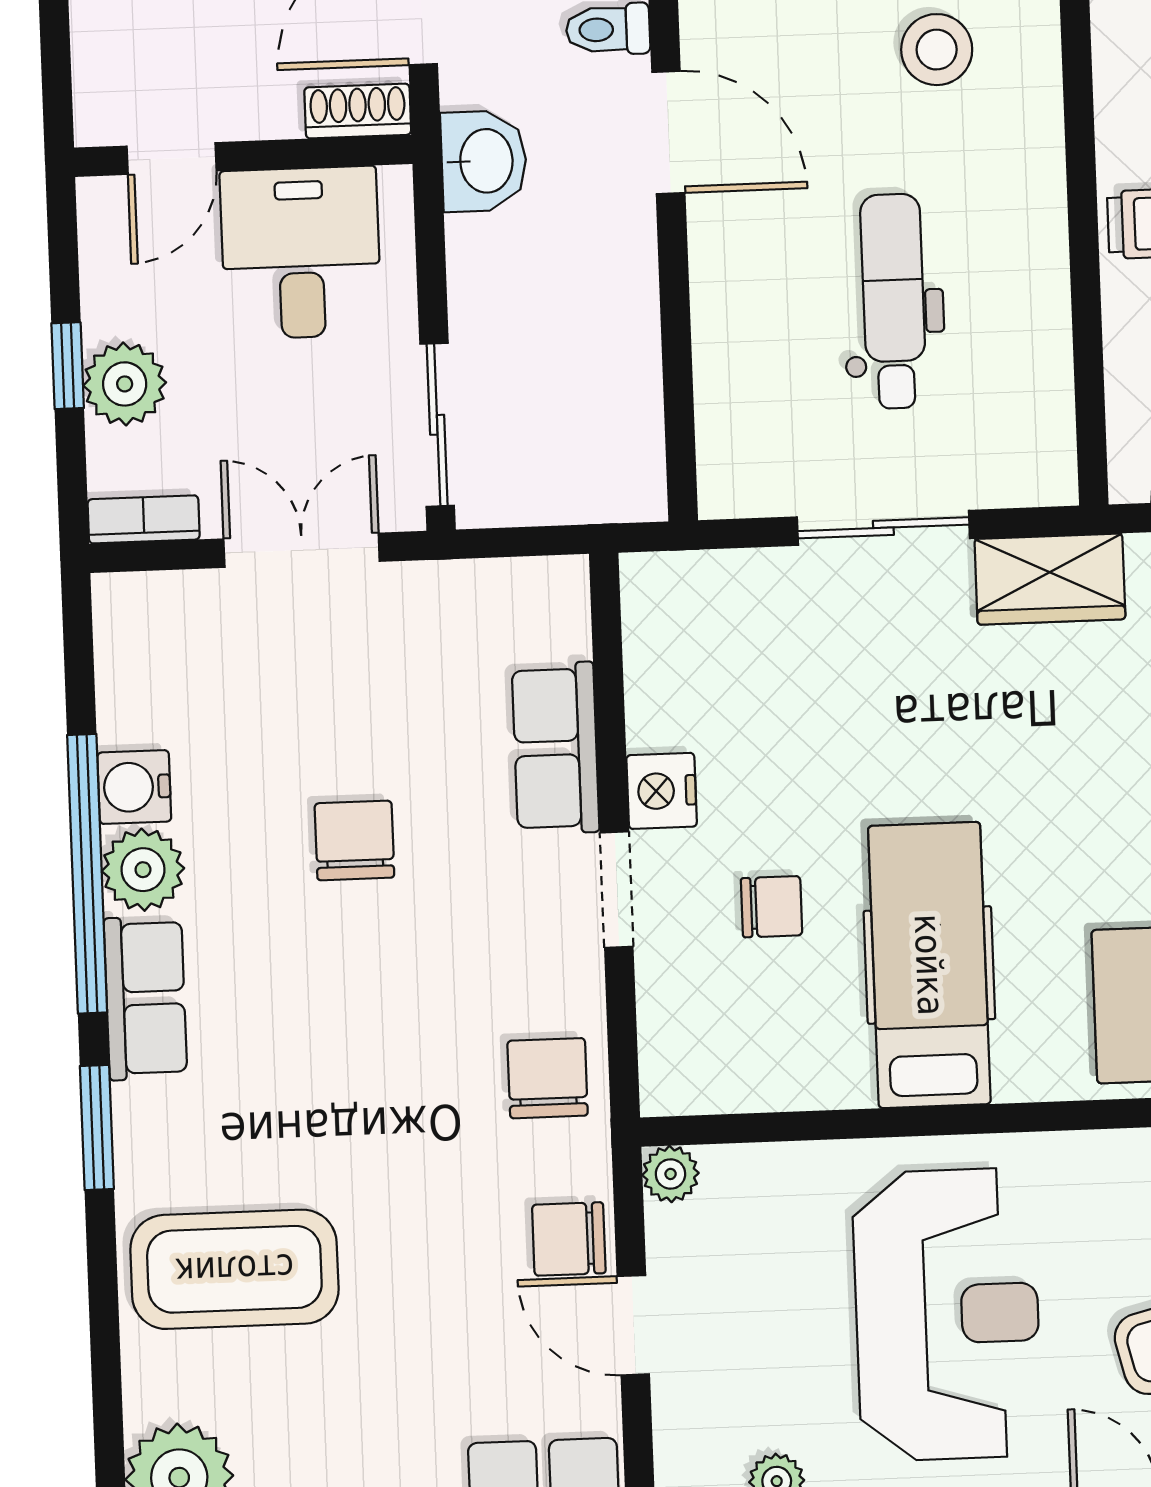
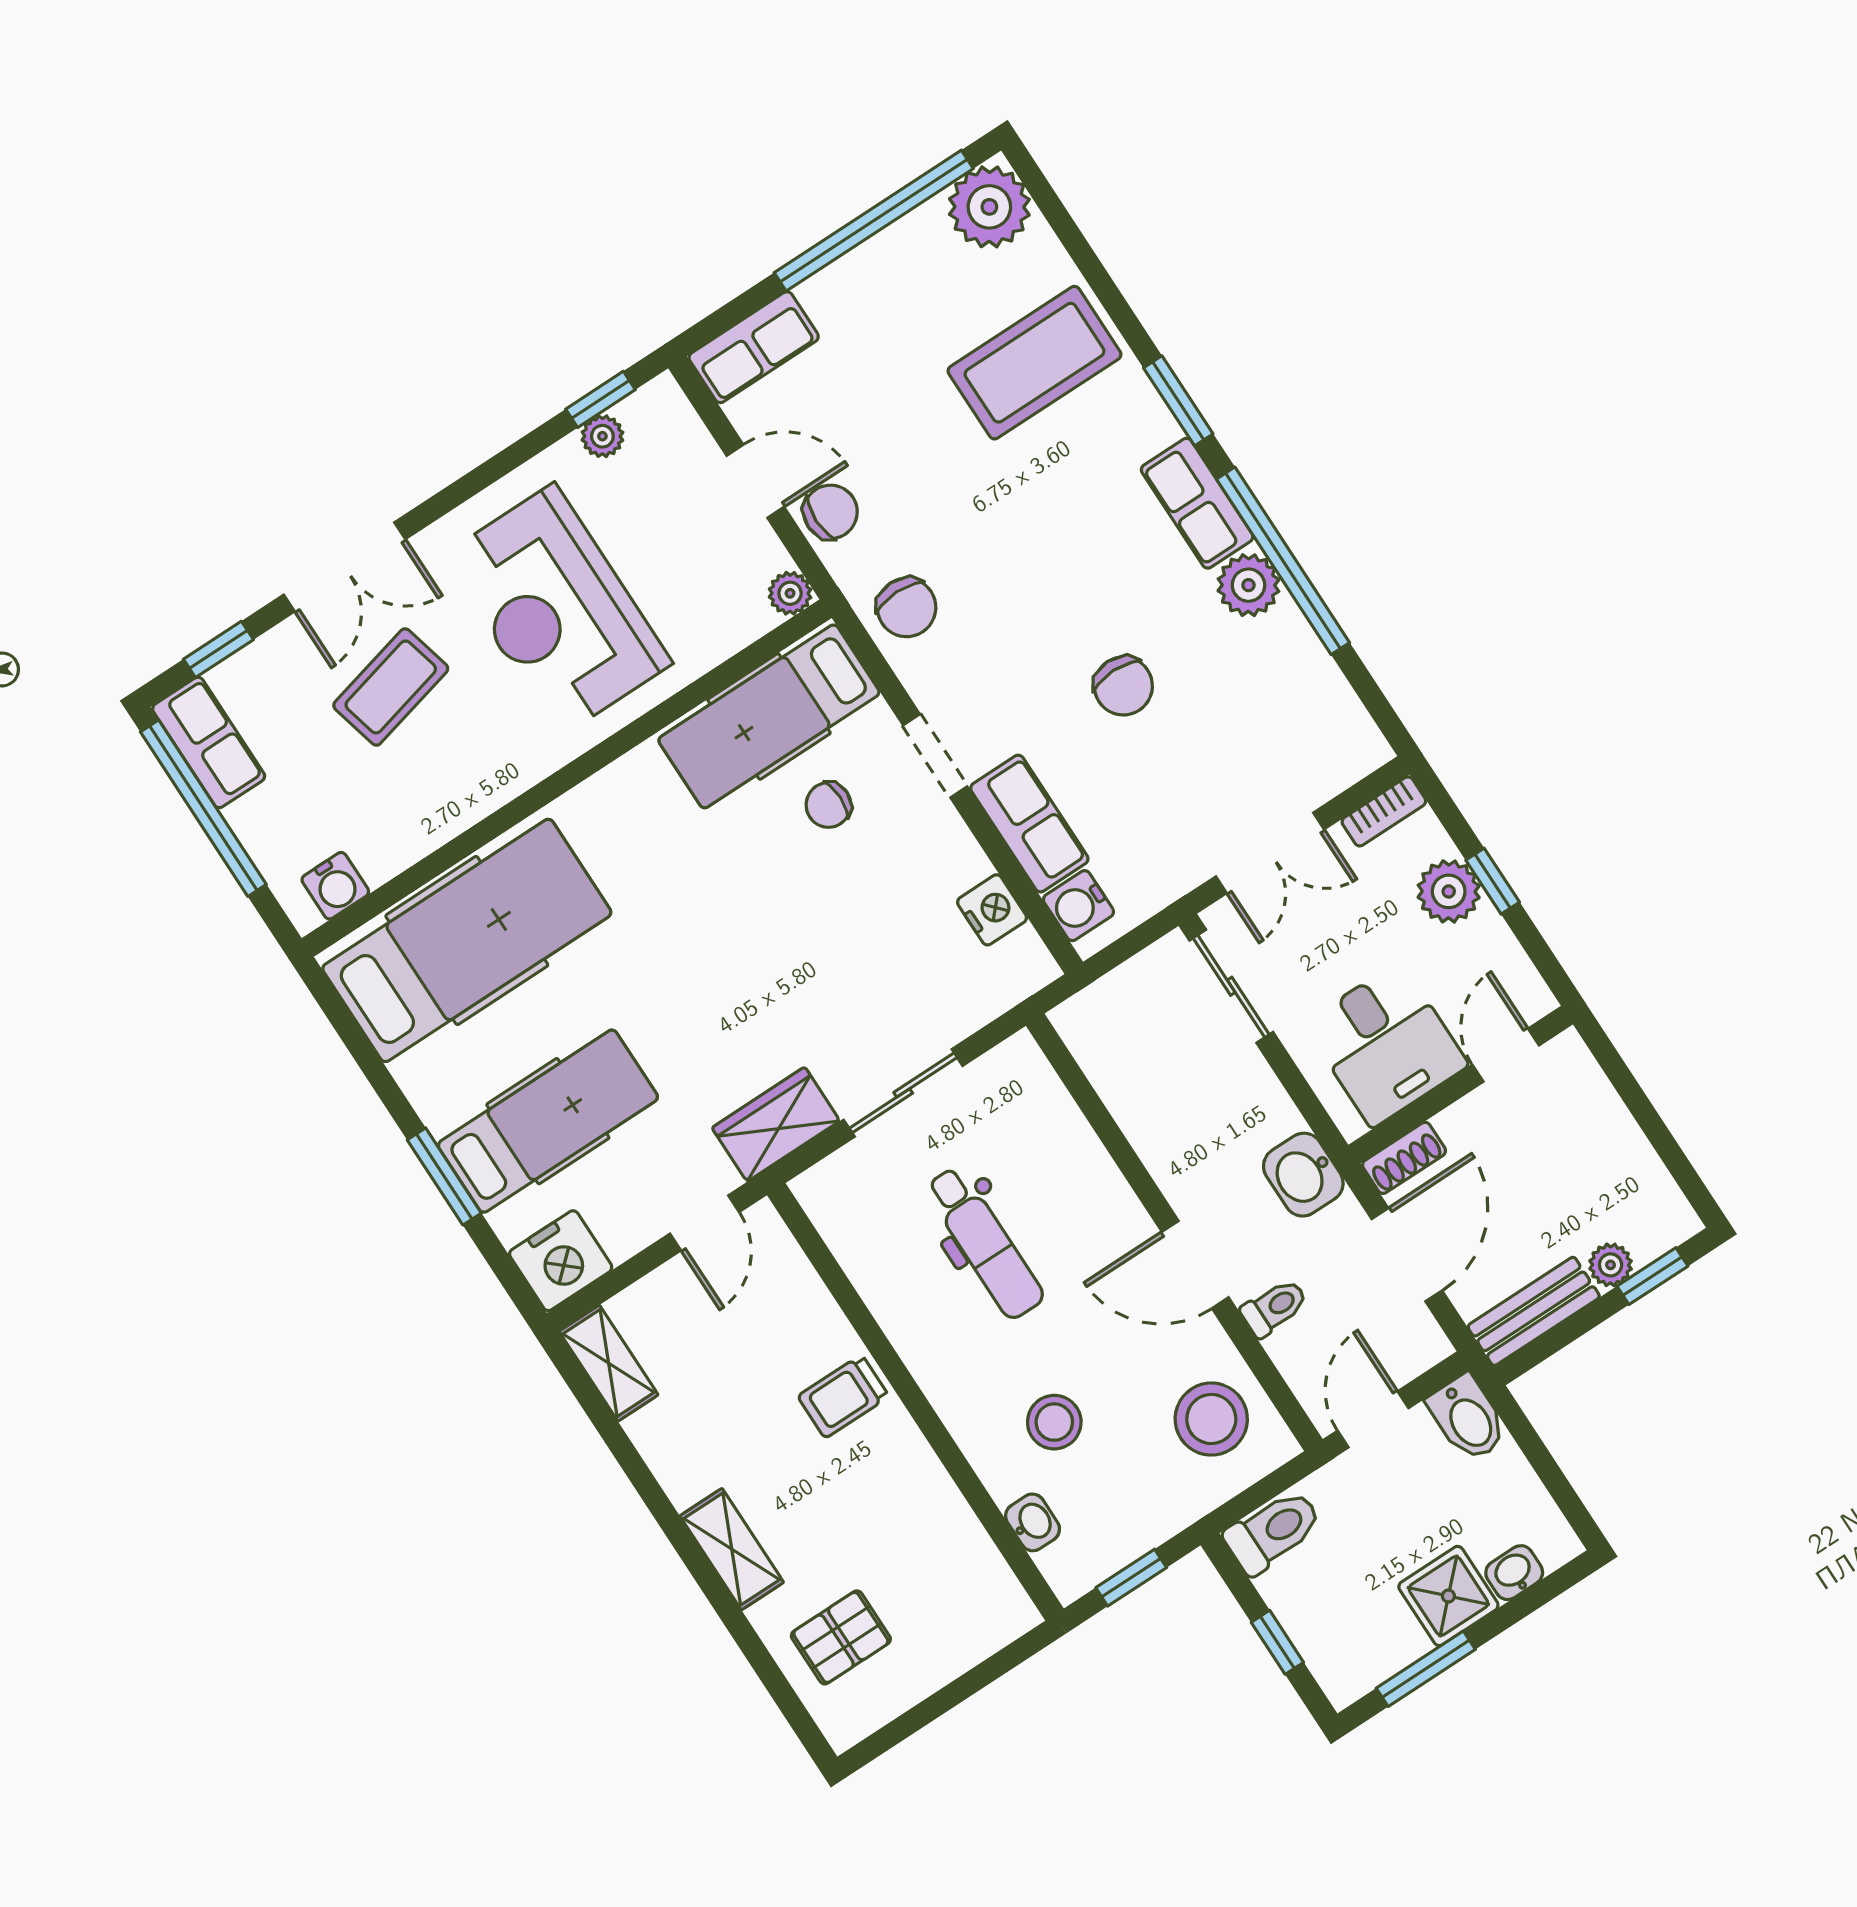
water cooler: (134, 787) -> (1078, 906), moved, turned 180
nightstand: (662, 791) -> (992, 910), moved
hospital bed: (929, 965) -> (769, 716), moved, turned 90

